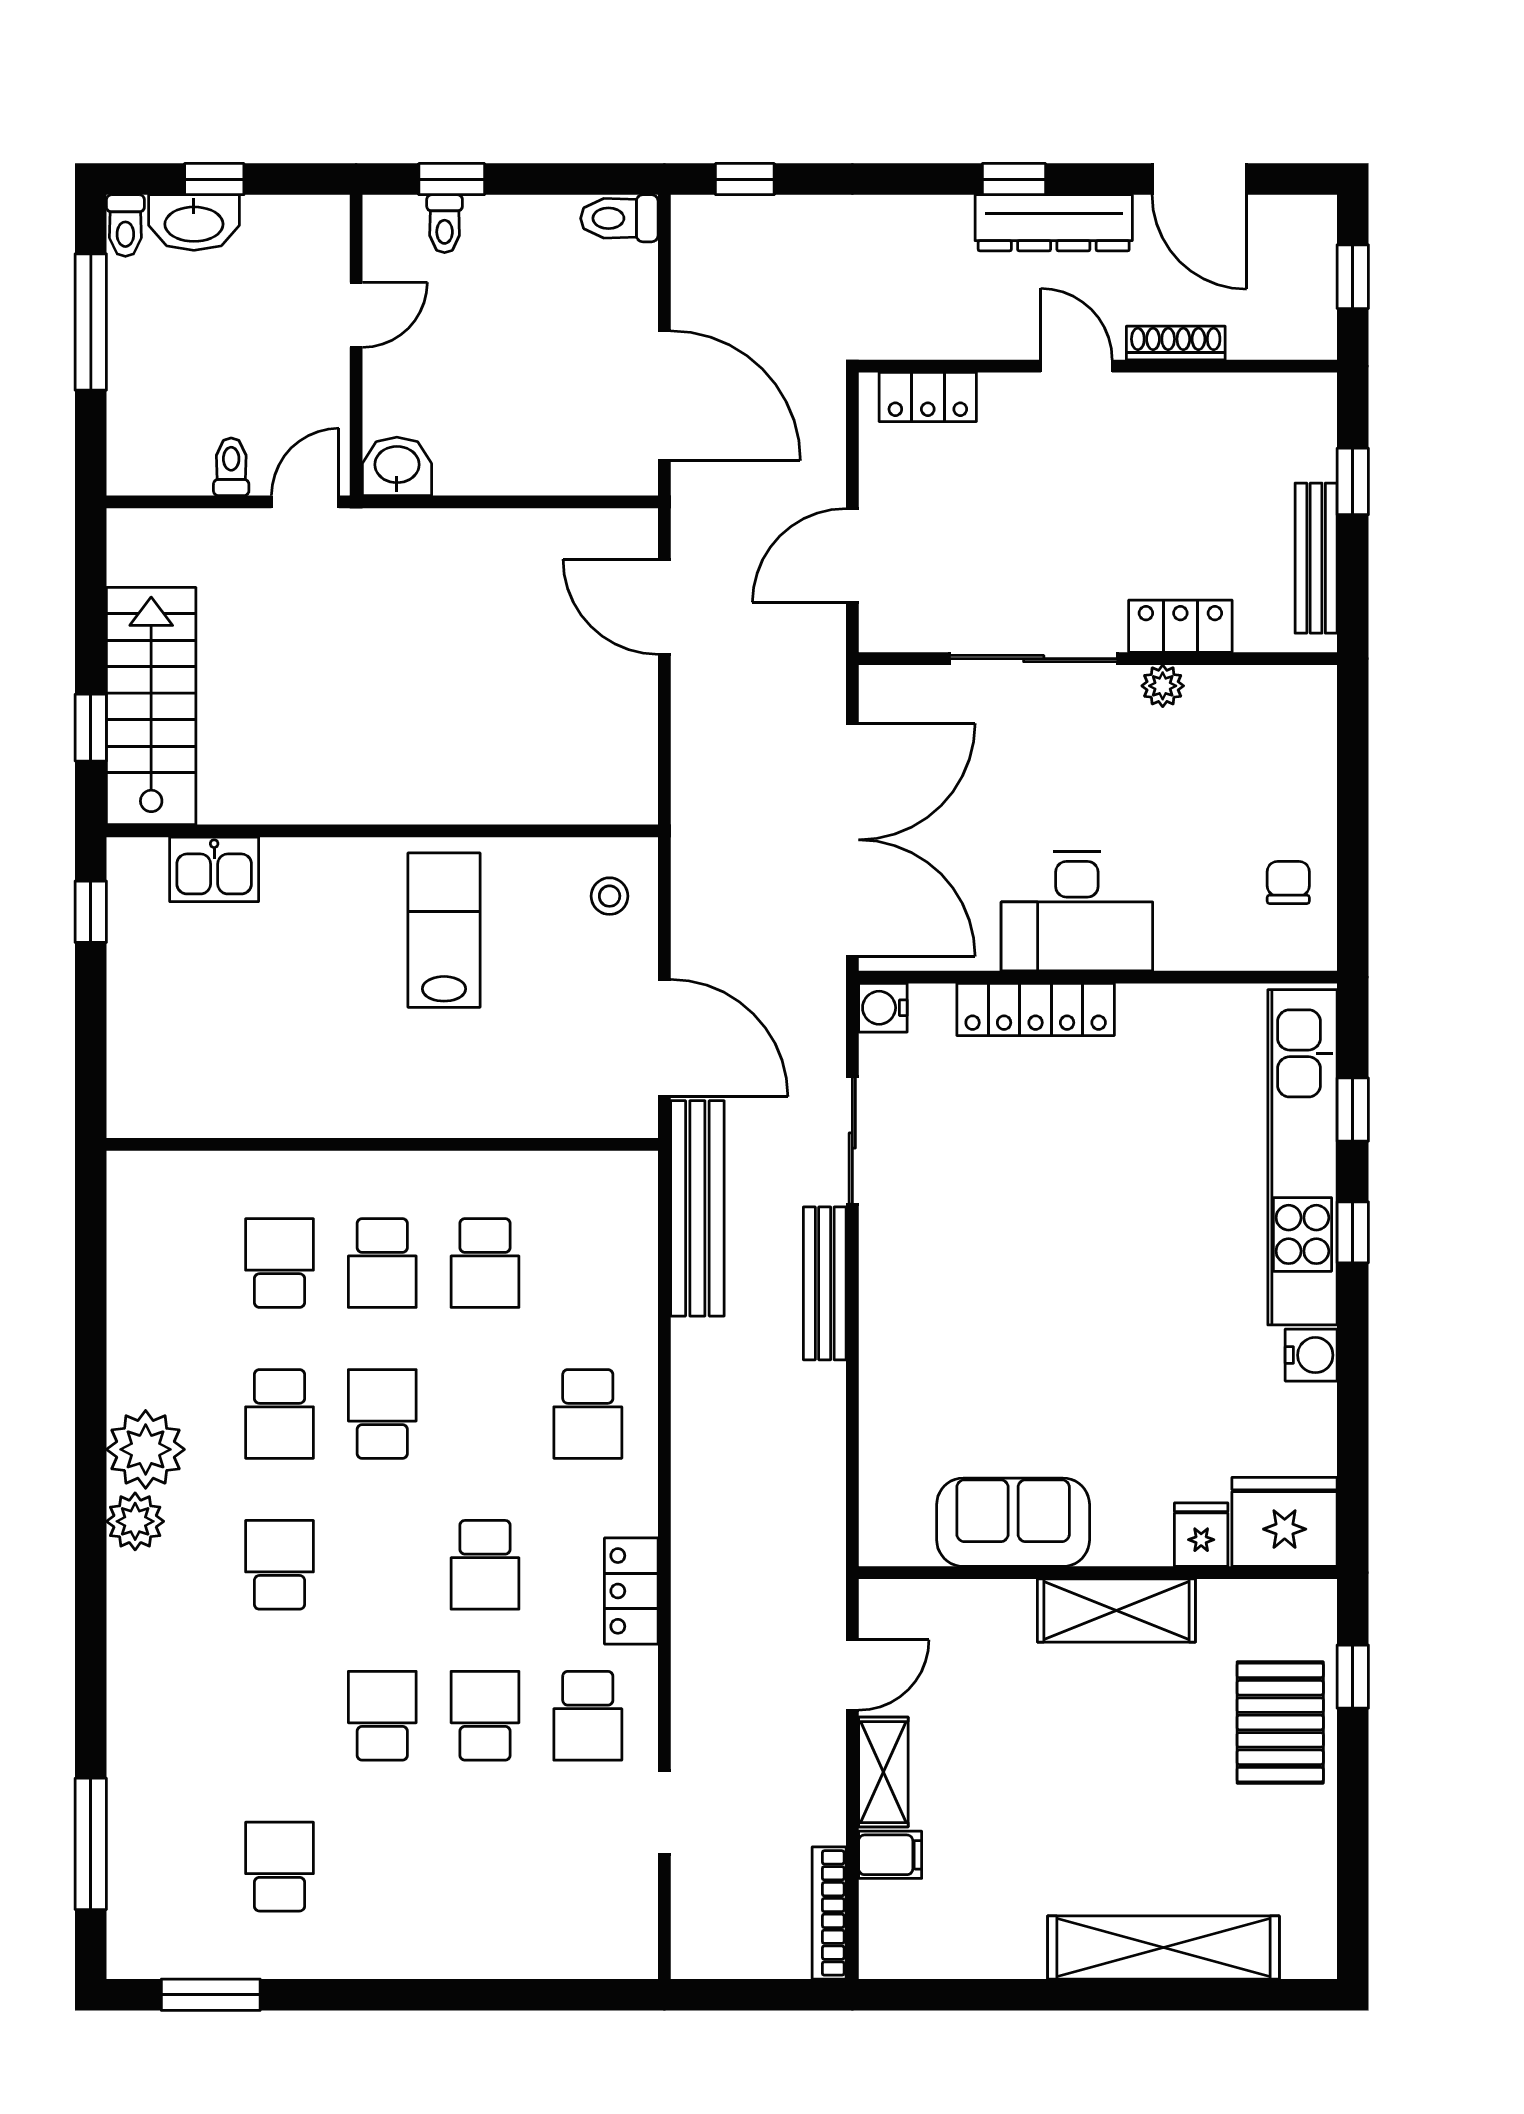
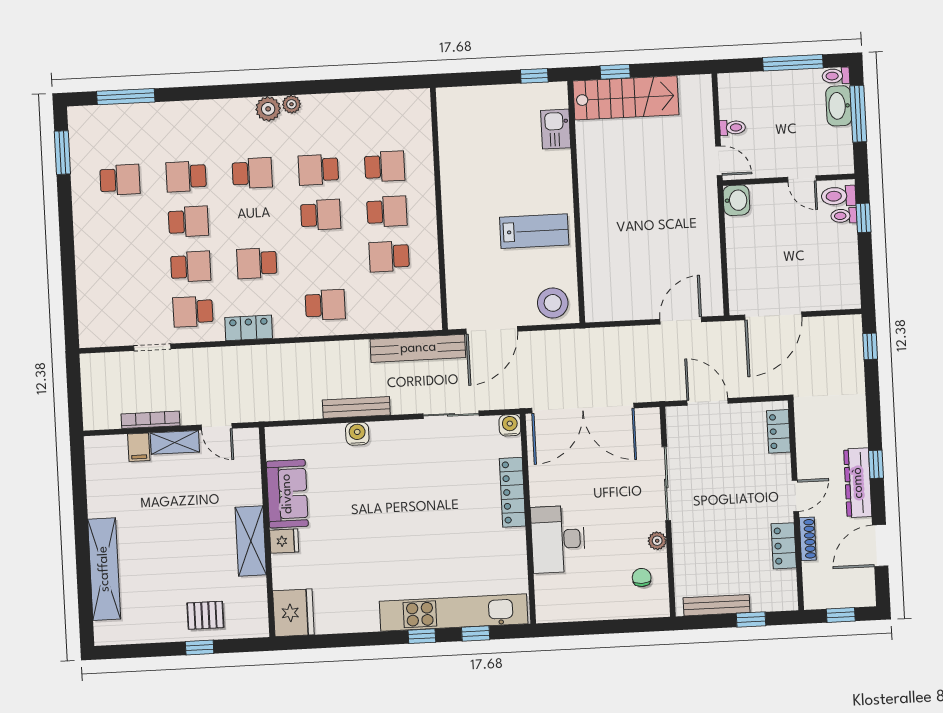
window: (214, 179) -> (858, 114), width x2.17
toilet: (619, 218) -> (839, 196), moved, turned -90
locker: (1180, 626) -> (784, 546), moved, turned 180
chair: (1288, 883) -> (642, 577), moved, turned -90
stool: (610, 896) -> (553, 303), width x1.89, depth x1.89
desk: (1077, 911) -> (558, 539), moved
school desk: (382, 1263) -> (387, 211), turned 180
bench: (825, 1283) -> (356, 407), moved
water cooler: (1311, 1355) -> (357, 434), moved, turned 180
school desk: (588, 1414) -> (325, 305), turned 180
plant: (146, 1449) -> (291, 104), width x0.53, depth x0.53
fridge: (1201, 1535) -> (284, 541), moved
window: (1353, 1677) -> (200, 647), moved
school desk: (279, 1716) -> (186, 176), added
pallet: (1280, 1723) -> (205, 615), width x0.67, depth x0.71
bookcase: (829, 1913) -> (150, 420), moved

